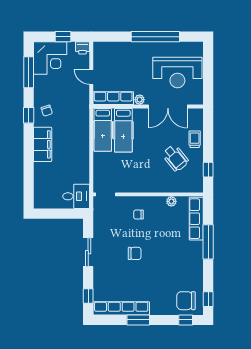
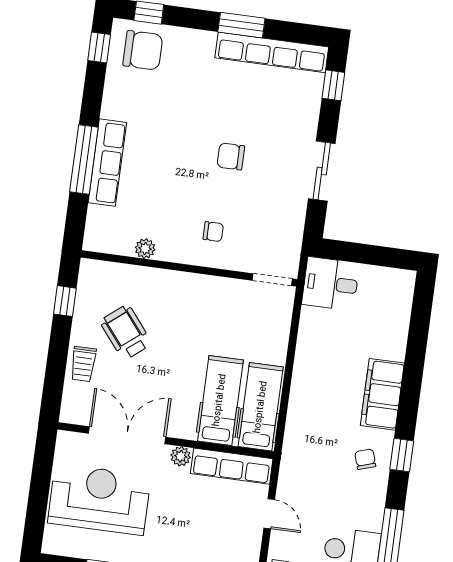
row of seats: (196, 219) -> (107, 163), moved

